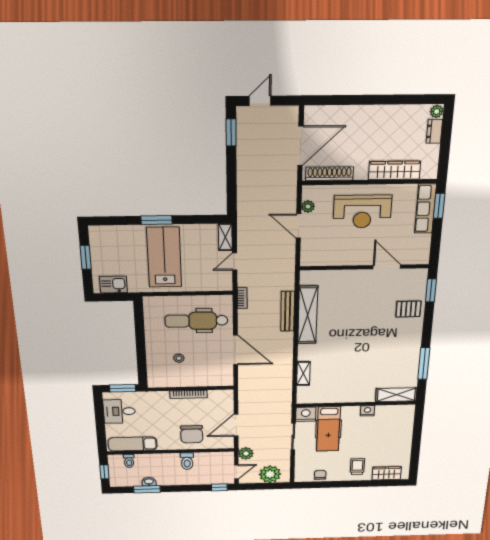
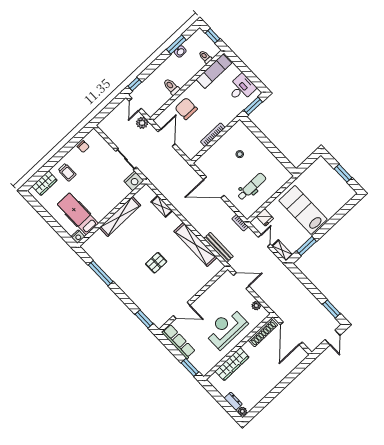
row of seats: (425, 209) -> (178, 342), moved
window: (157, 220) -> (307, 246), moved
door: (298, 226) -> (241, 281), moved
lab bench: (164, 257) -> (303, 210), turned 180
fridge: (212, 283) -> (265, 217), added
kitchen sink: (113, 284) -> (315, 170), removed
pallet: (408, 309) -> (156, 263), moved
bench: (288, 311) -> (218, 247), moved
dental chair: (196, 321) -> (252, 187), width x0.73, depth x0.72
shelving: (396, 395) -> (120, 216), moved, width x1.47
nightstand: (367, 411) -> (78, 237), moved
hospital bed: (328, 429) -> (78, 214), moved
plant: (270, 474) -> (114, 121), removed

